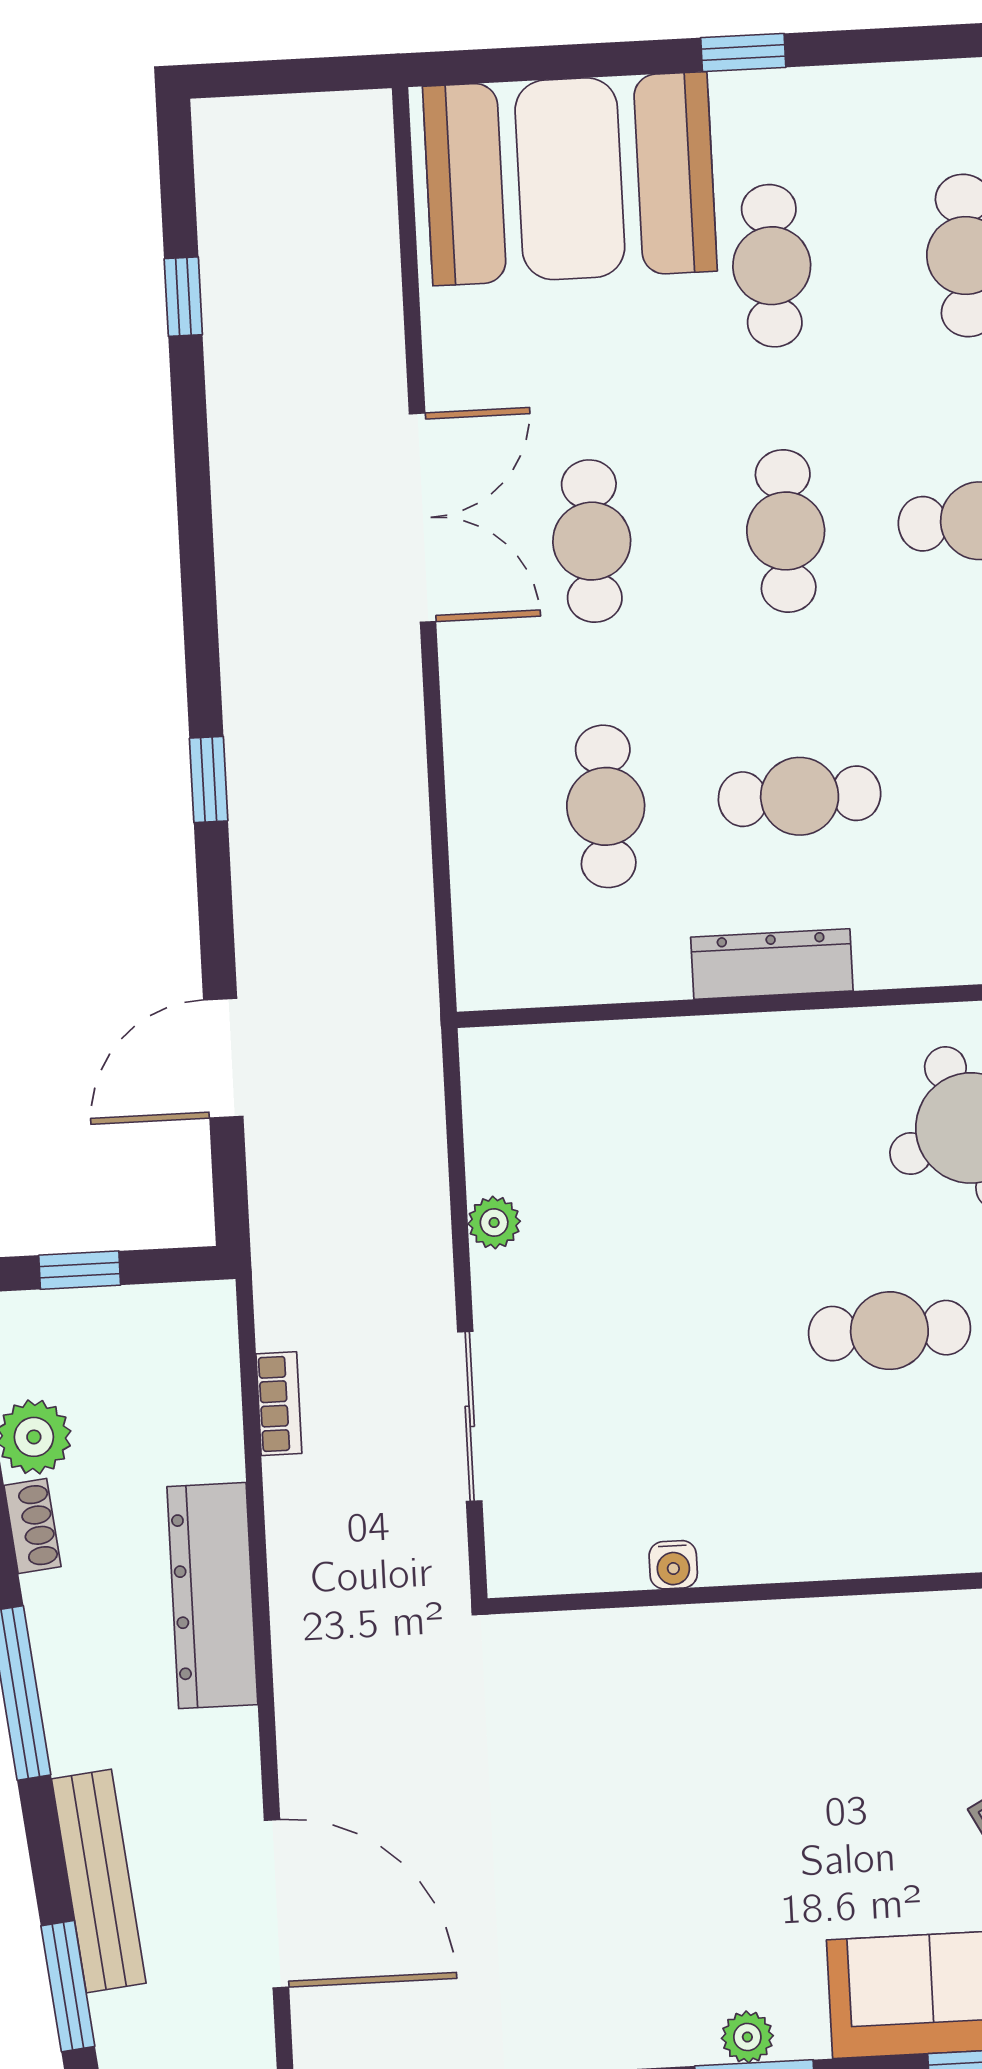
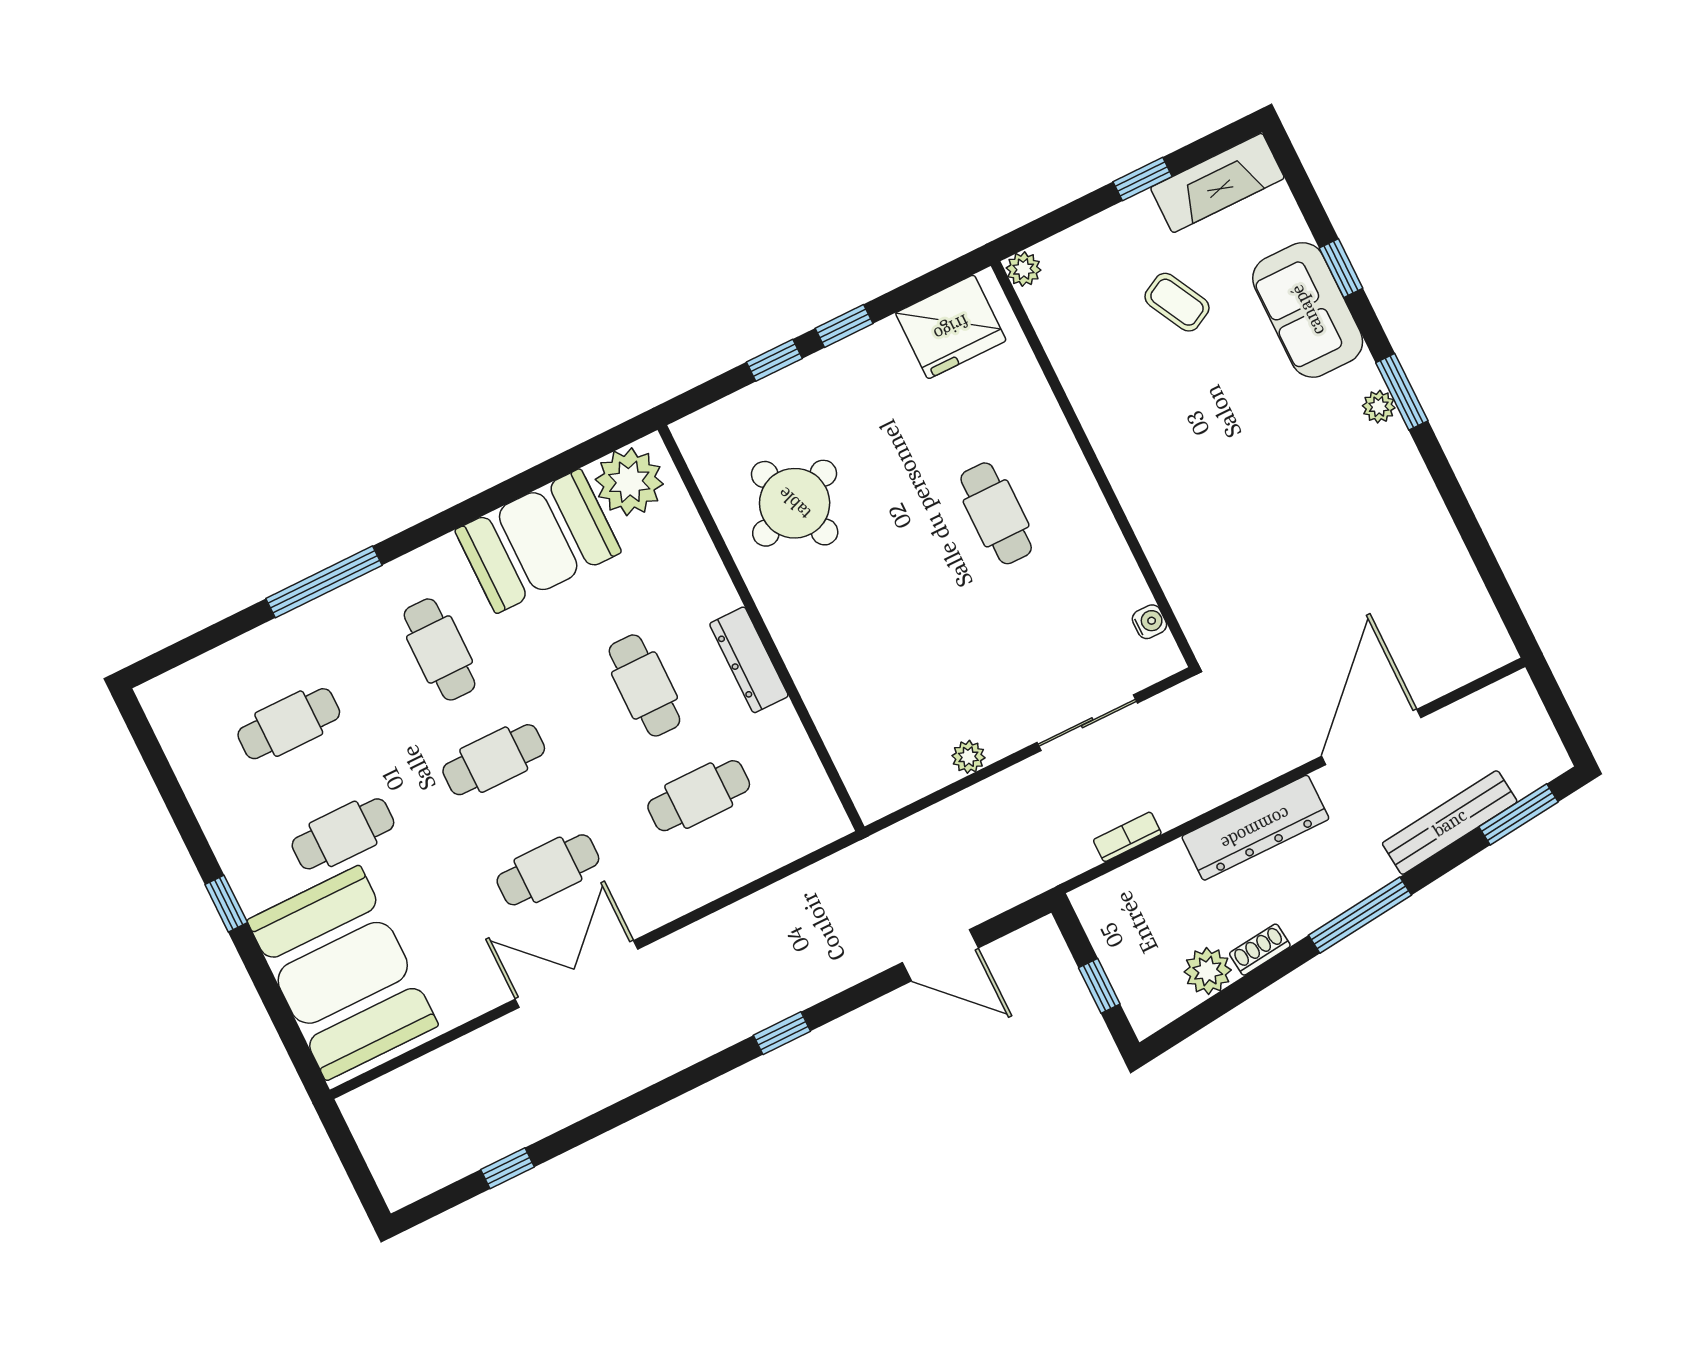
cafe table: (889, 1331) -> (996, 513), moved
water cooler: (673, 1565) -> (1149, 622), moved
door: (276, 1904) -> (1371, 737), moved

